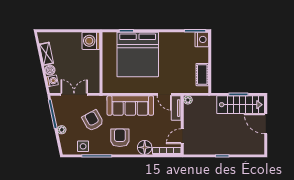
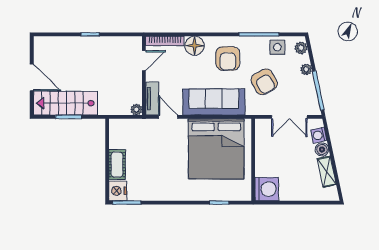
bed: (138, 54) -> (216, 149), moved, turned 180
cot: (202, 75) -> (117, 165), moved
plant: (65, 146) -> (301, 48), added

